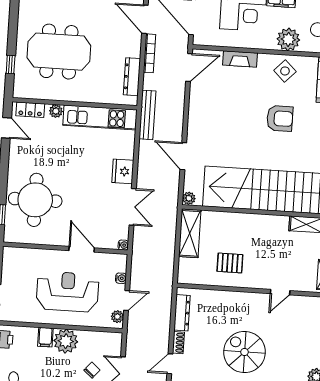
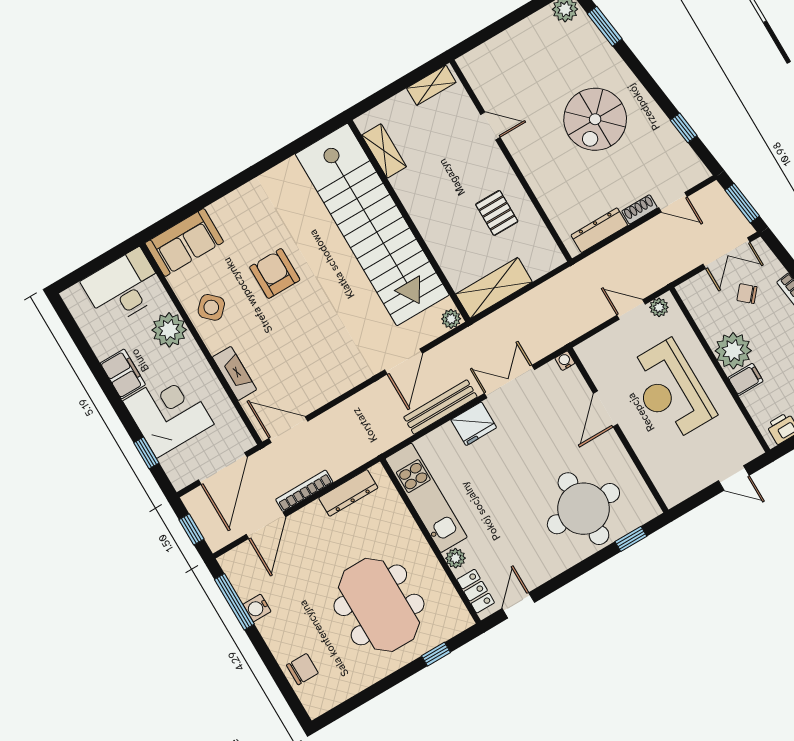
bench: (147, 115) -> (440, 407), moved
water cooler: (121, 278) -> (608, 336), removed

